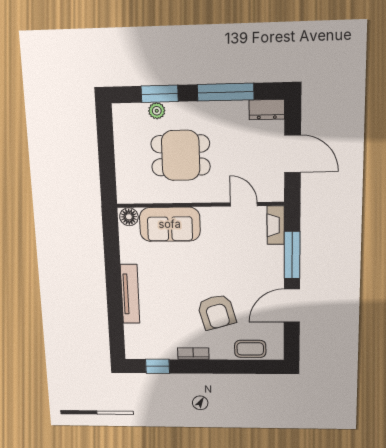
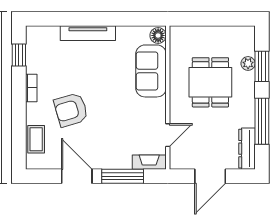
dresser: (267, 110) -> (247, 149), width x1.44

